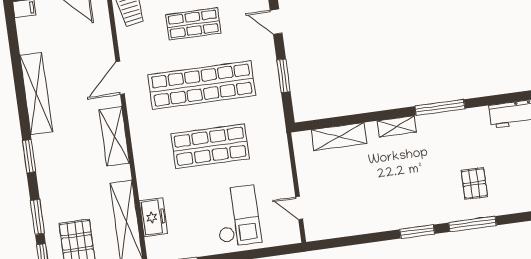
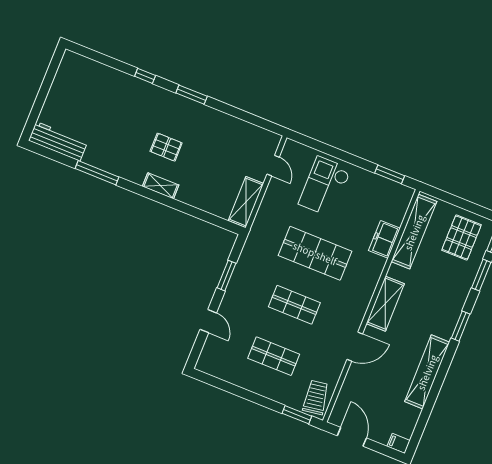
shop shelf: (202, 85) -> (294, 305), width x0.50, depth x0.74
window: (440, 107) -> (97, 173), moved
shelving: (339, 137) -> (246, 202), moved, turned 90
pallet: (474, 183) -> (166, 147), moved, turned 90
freezer: (153, 217) -> (384, 239), moved
window: (472, 224) -> (145, 76), width x0.46

